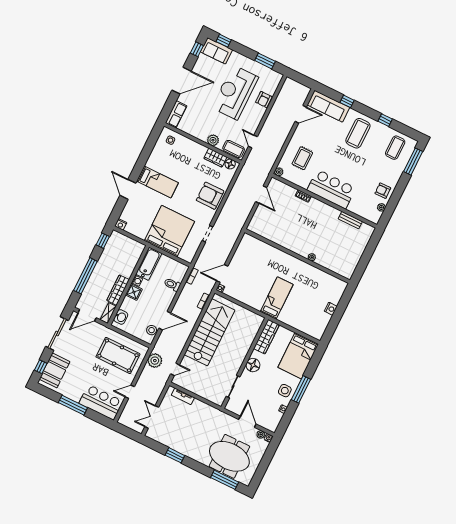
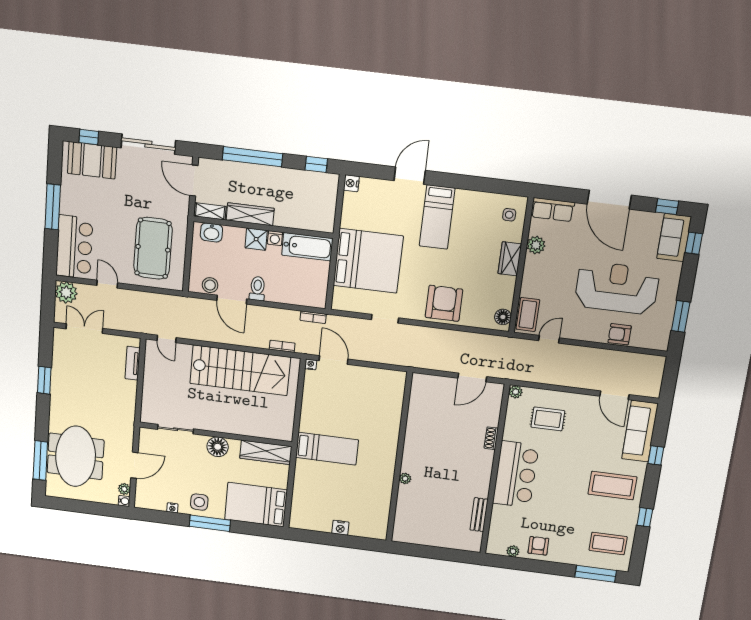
plant: (213, 140) -> (536, 245), moved
wardrobe: (215, 158) -> (510, 259), moved
toilet: (172, 284) -> (257, 289), moved
plant: (155, 361) -> (66, 293), moved

